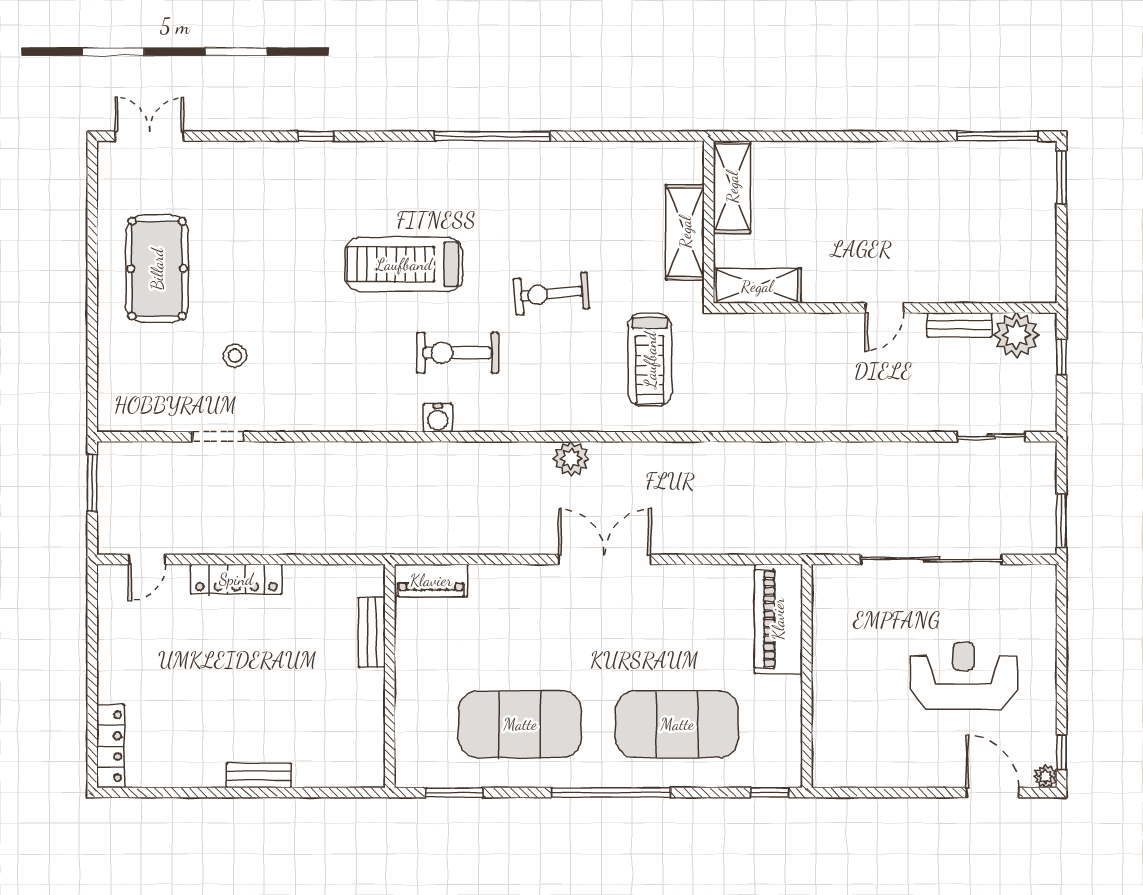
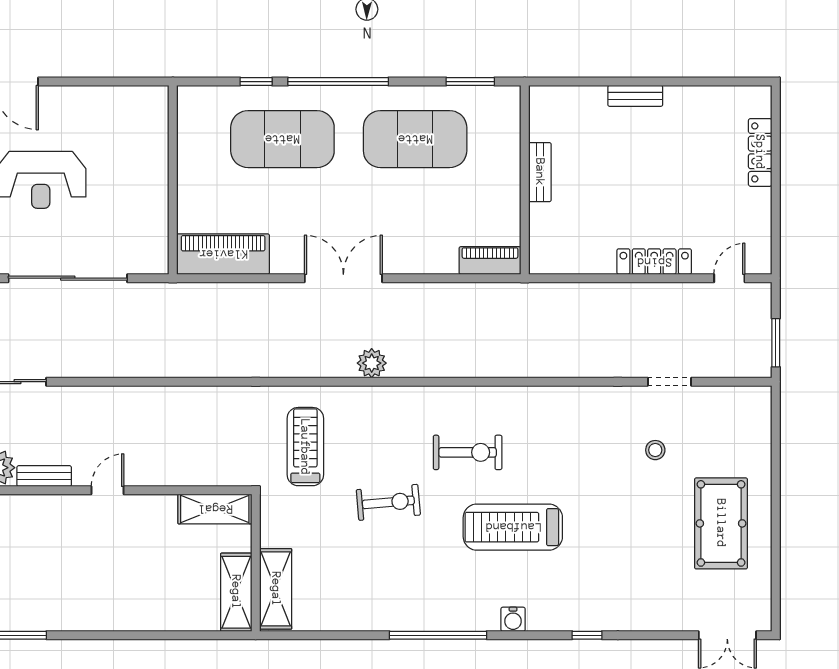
shelving: (685, 232) -> (276, 589), moved
treadmill: (404, 264) -> (513, 527), turned 180
water cooler: (438, 418) -> (513, 619), moved, turned 180
double door: (605, 559) -> (343, 278), swing flipped
piano: (778, 619) -> (223, 254), moved, turned -90
bench: (372, 632) -> (540, 172), moved
locker: (111, 746) -> (760, 152), moved
window: (770, 793) -> (256, 82), moved

